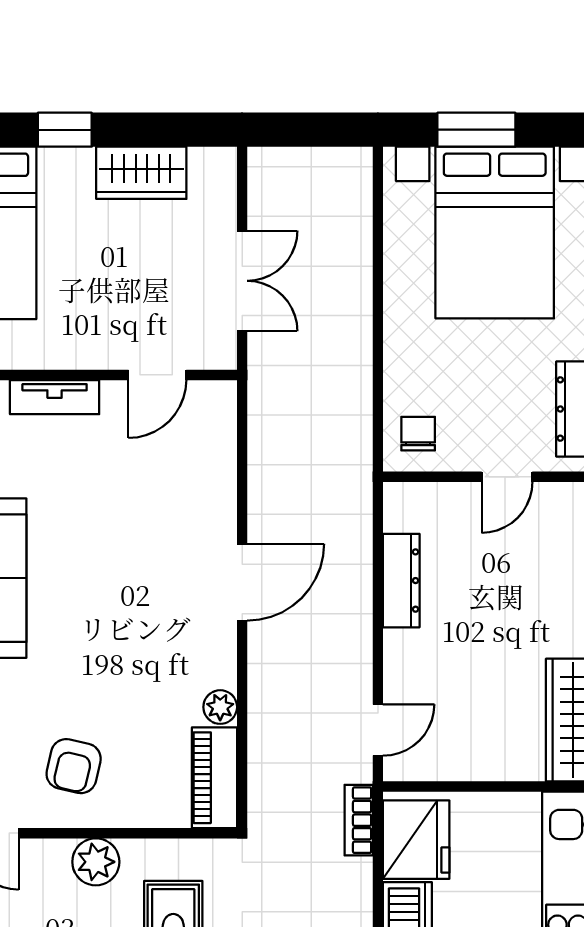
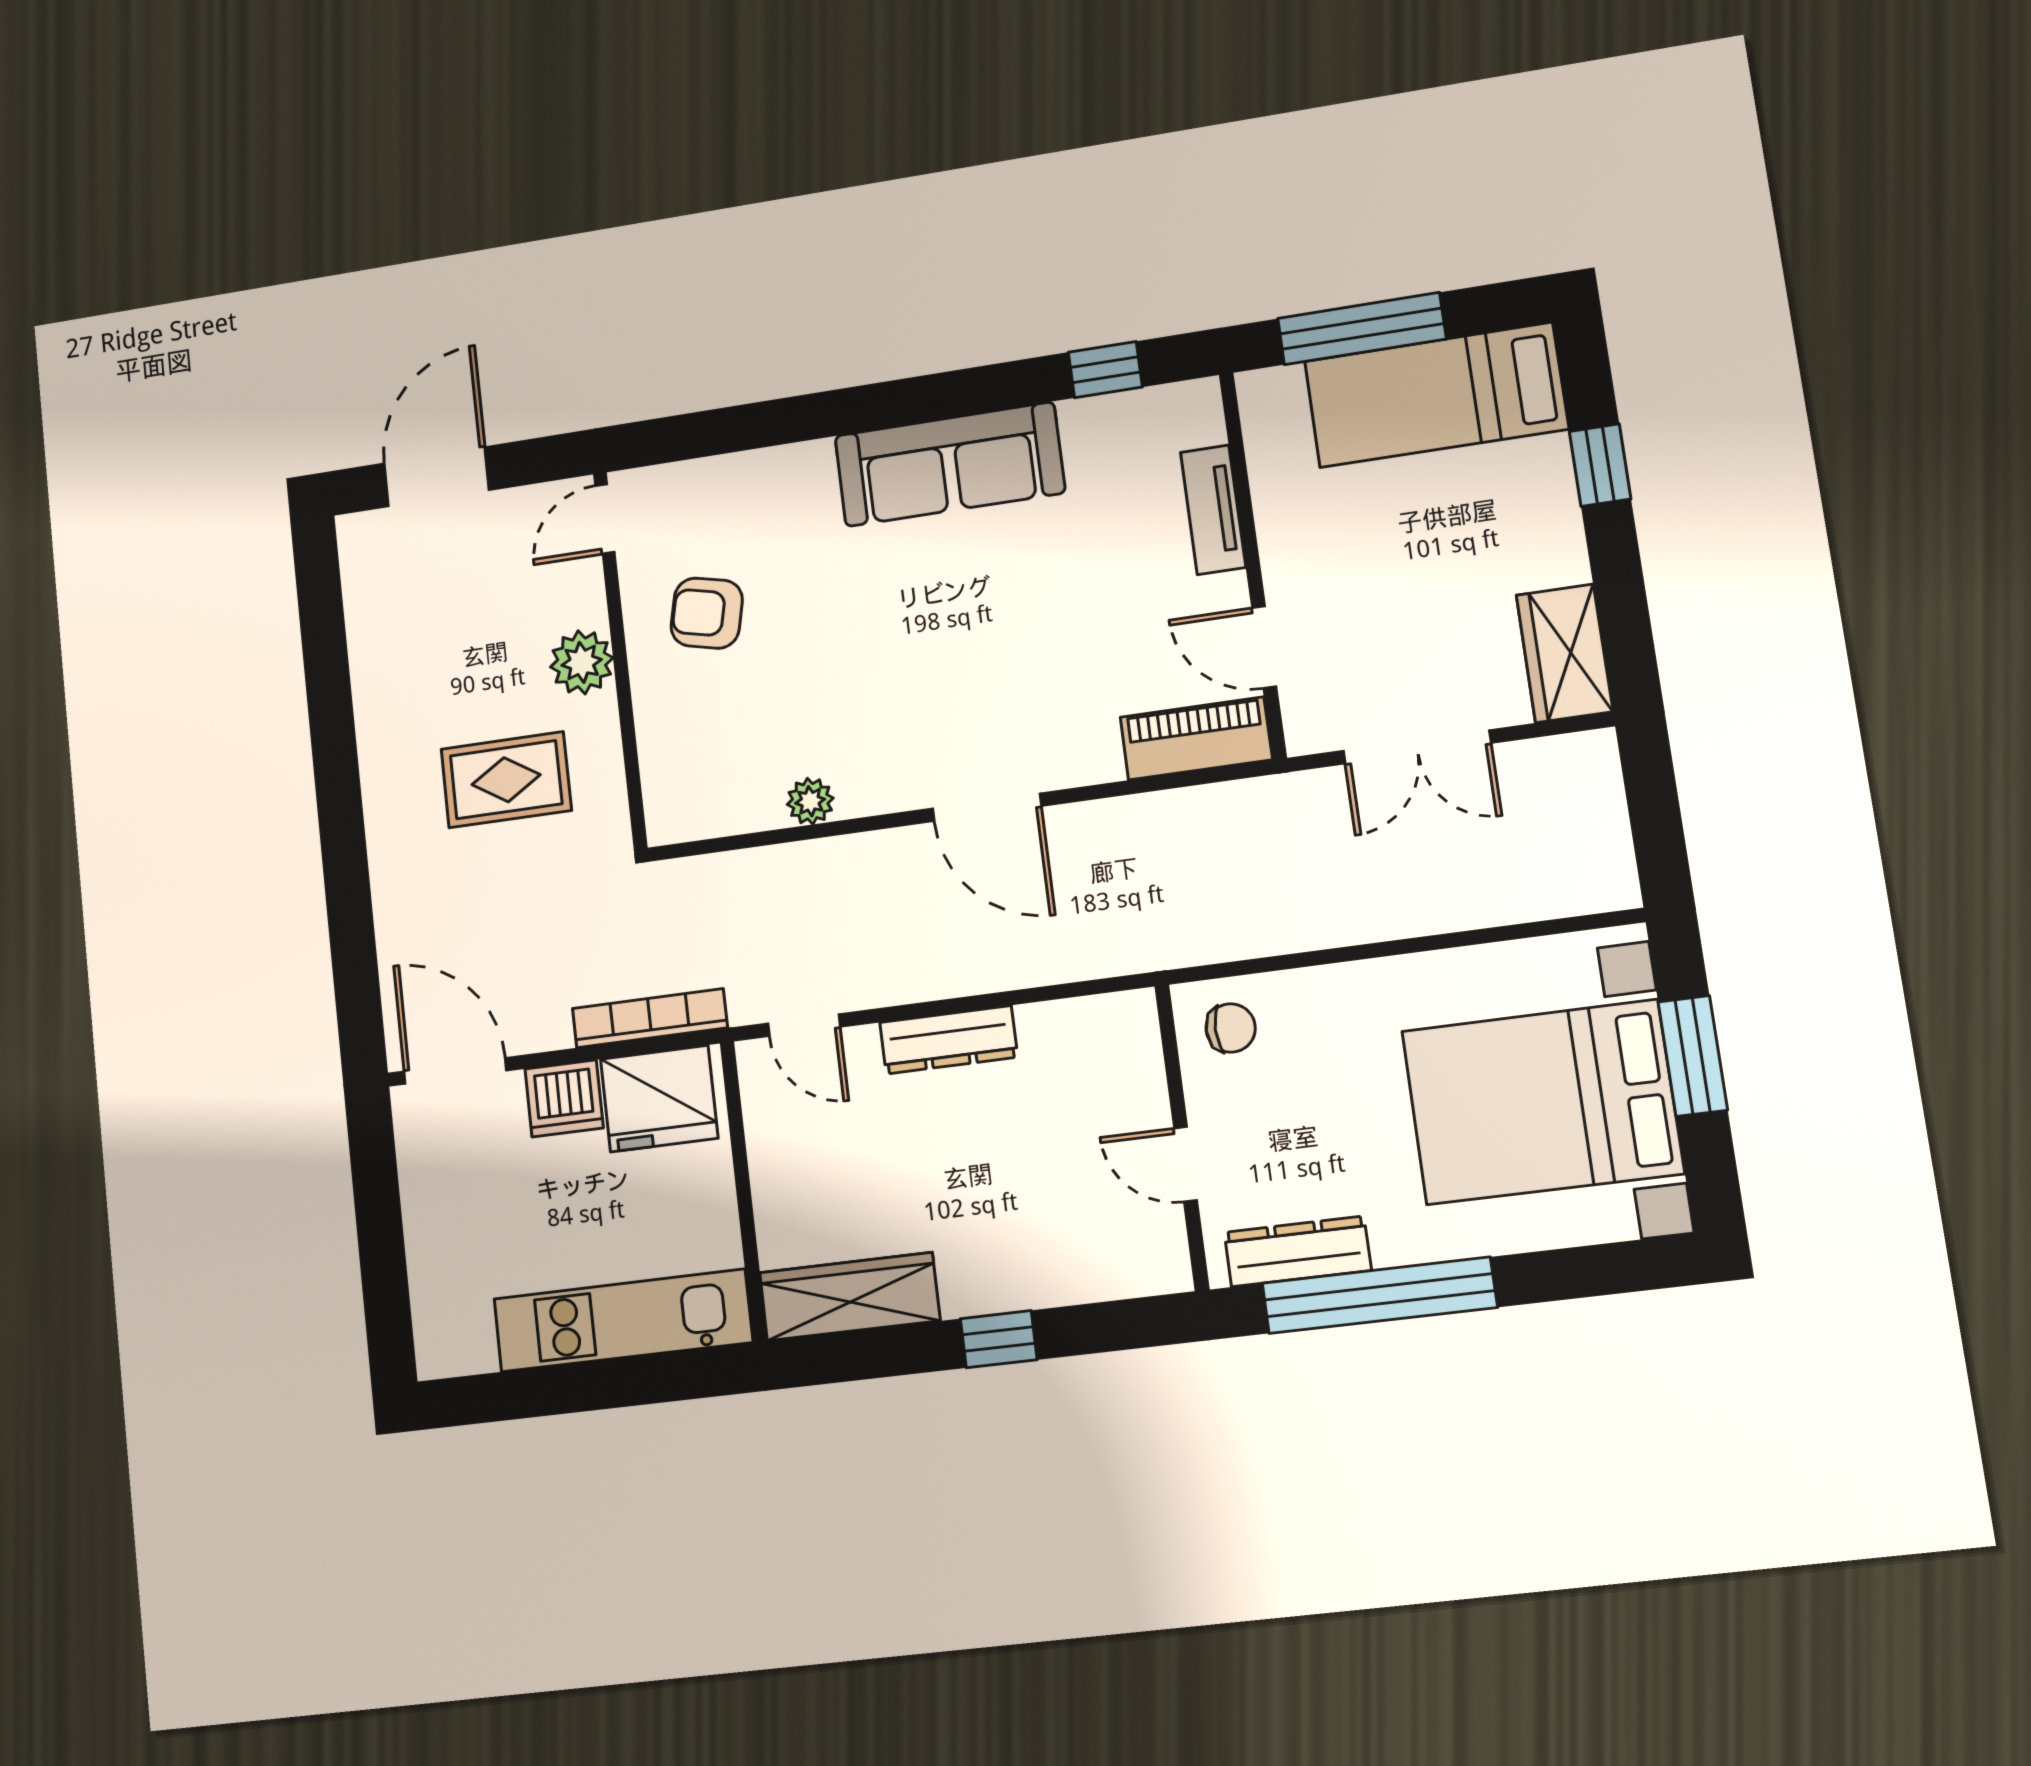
wardrobe: (141, 173) -> (1564, 653), moved
dresser: (401, 581) -> (949, 1040), moved
piano: (214, 778) -> (1196, 738), moved
bookcase: (359, 820) -> (650, 1018), width x1.56

